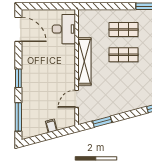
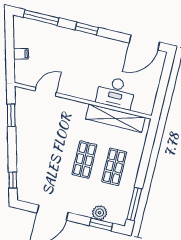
desk: (64, 29) -> (116, 93), moved
shelving: (84, 61) -> (115, 118), moved
door: (77, 99) -> (46, 92), hinge flipped

